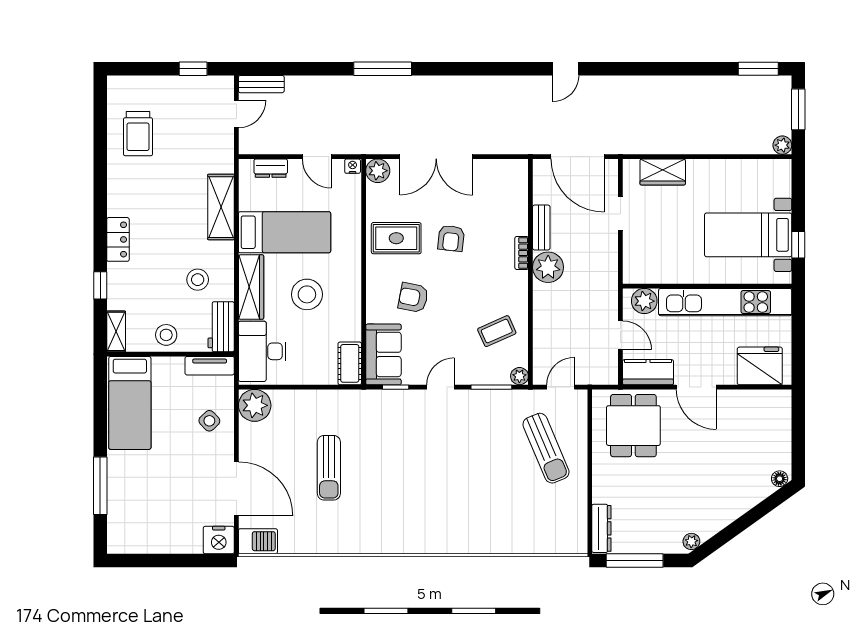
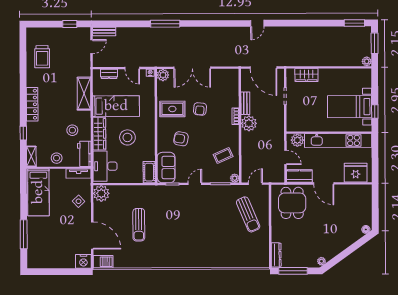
locker: (118, 239) -> (32, 104), width x1.53

